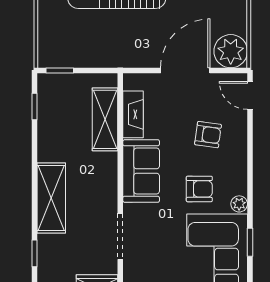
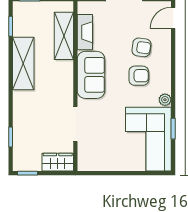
door: (250, 95) -> (173, 18), hinge flipped
armchair: (199, 189) -> (139, 76), moved
shelving: (51, 198) -> (23, 64), moved

